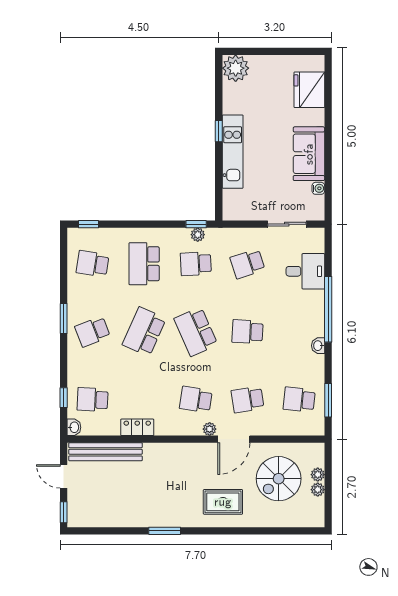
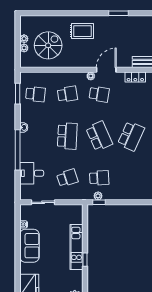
school desk: (144, 264) -> (131, 178), removed
school desk: (248, 332) -> (67, 136), width x1.85
door: (234, 439) -> (106, 70), moved

